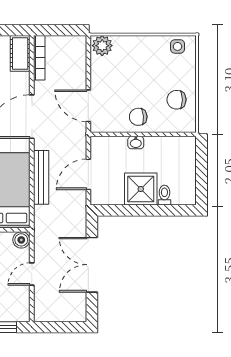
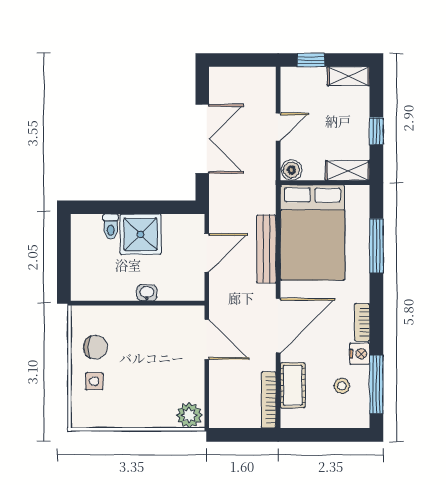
side table: (178, 46) -> (94, 381), moved
cot: (20, 53) -> (293, 385), moved
chair: (138, 117) -> (144, 325), removed

